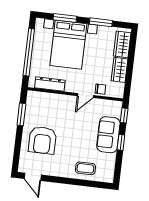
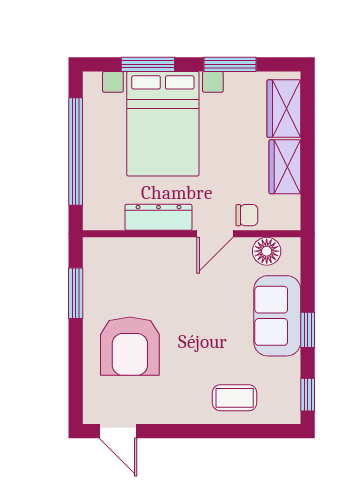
dresser: (50, 84) -> (158, 217), moved
floor lamp: (107, 106) -> (267, 251), added
window: (124, 115) -> (308, 395), moved

